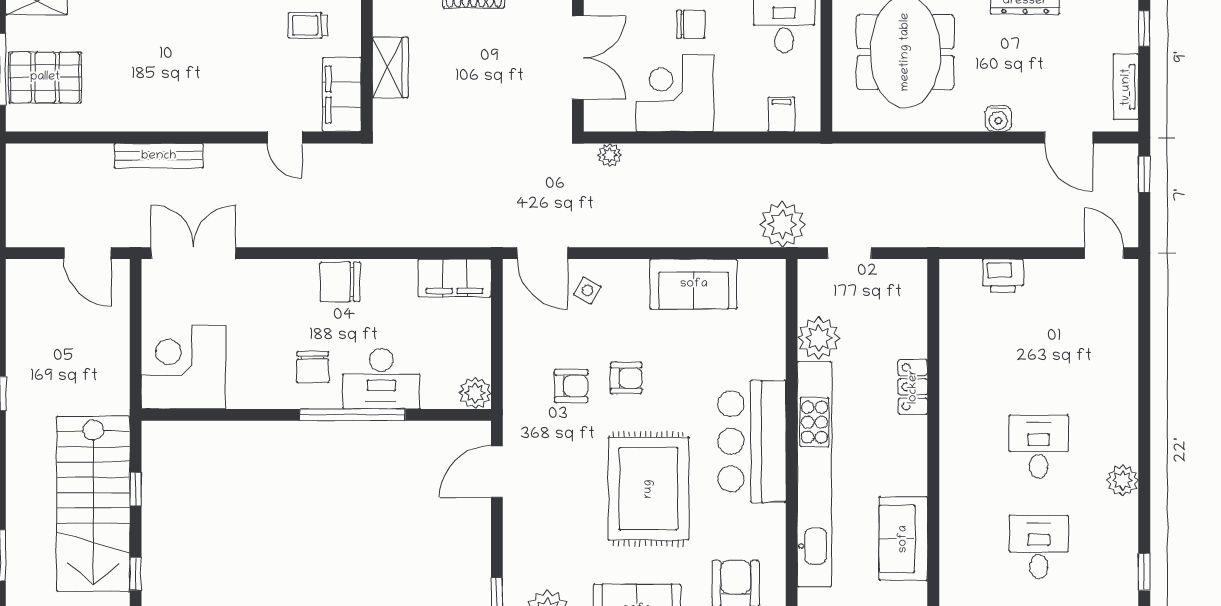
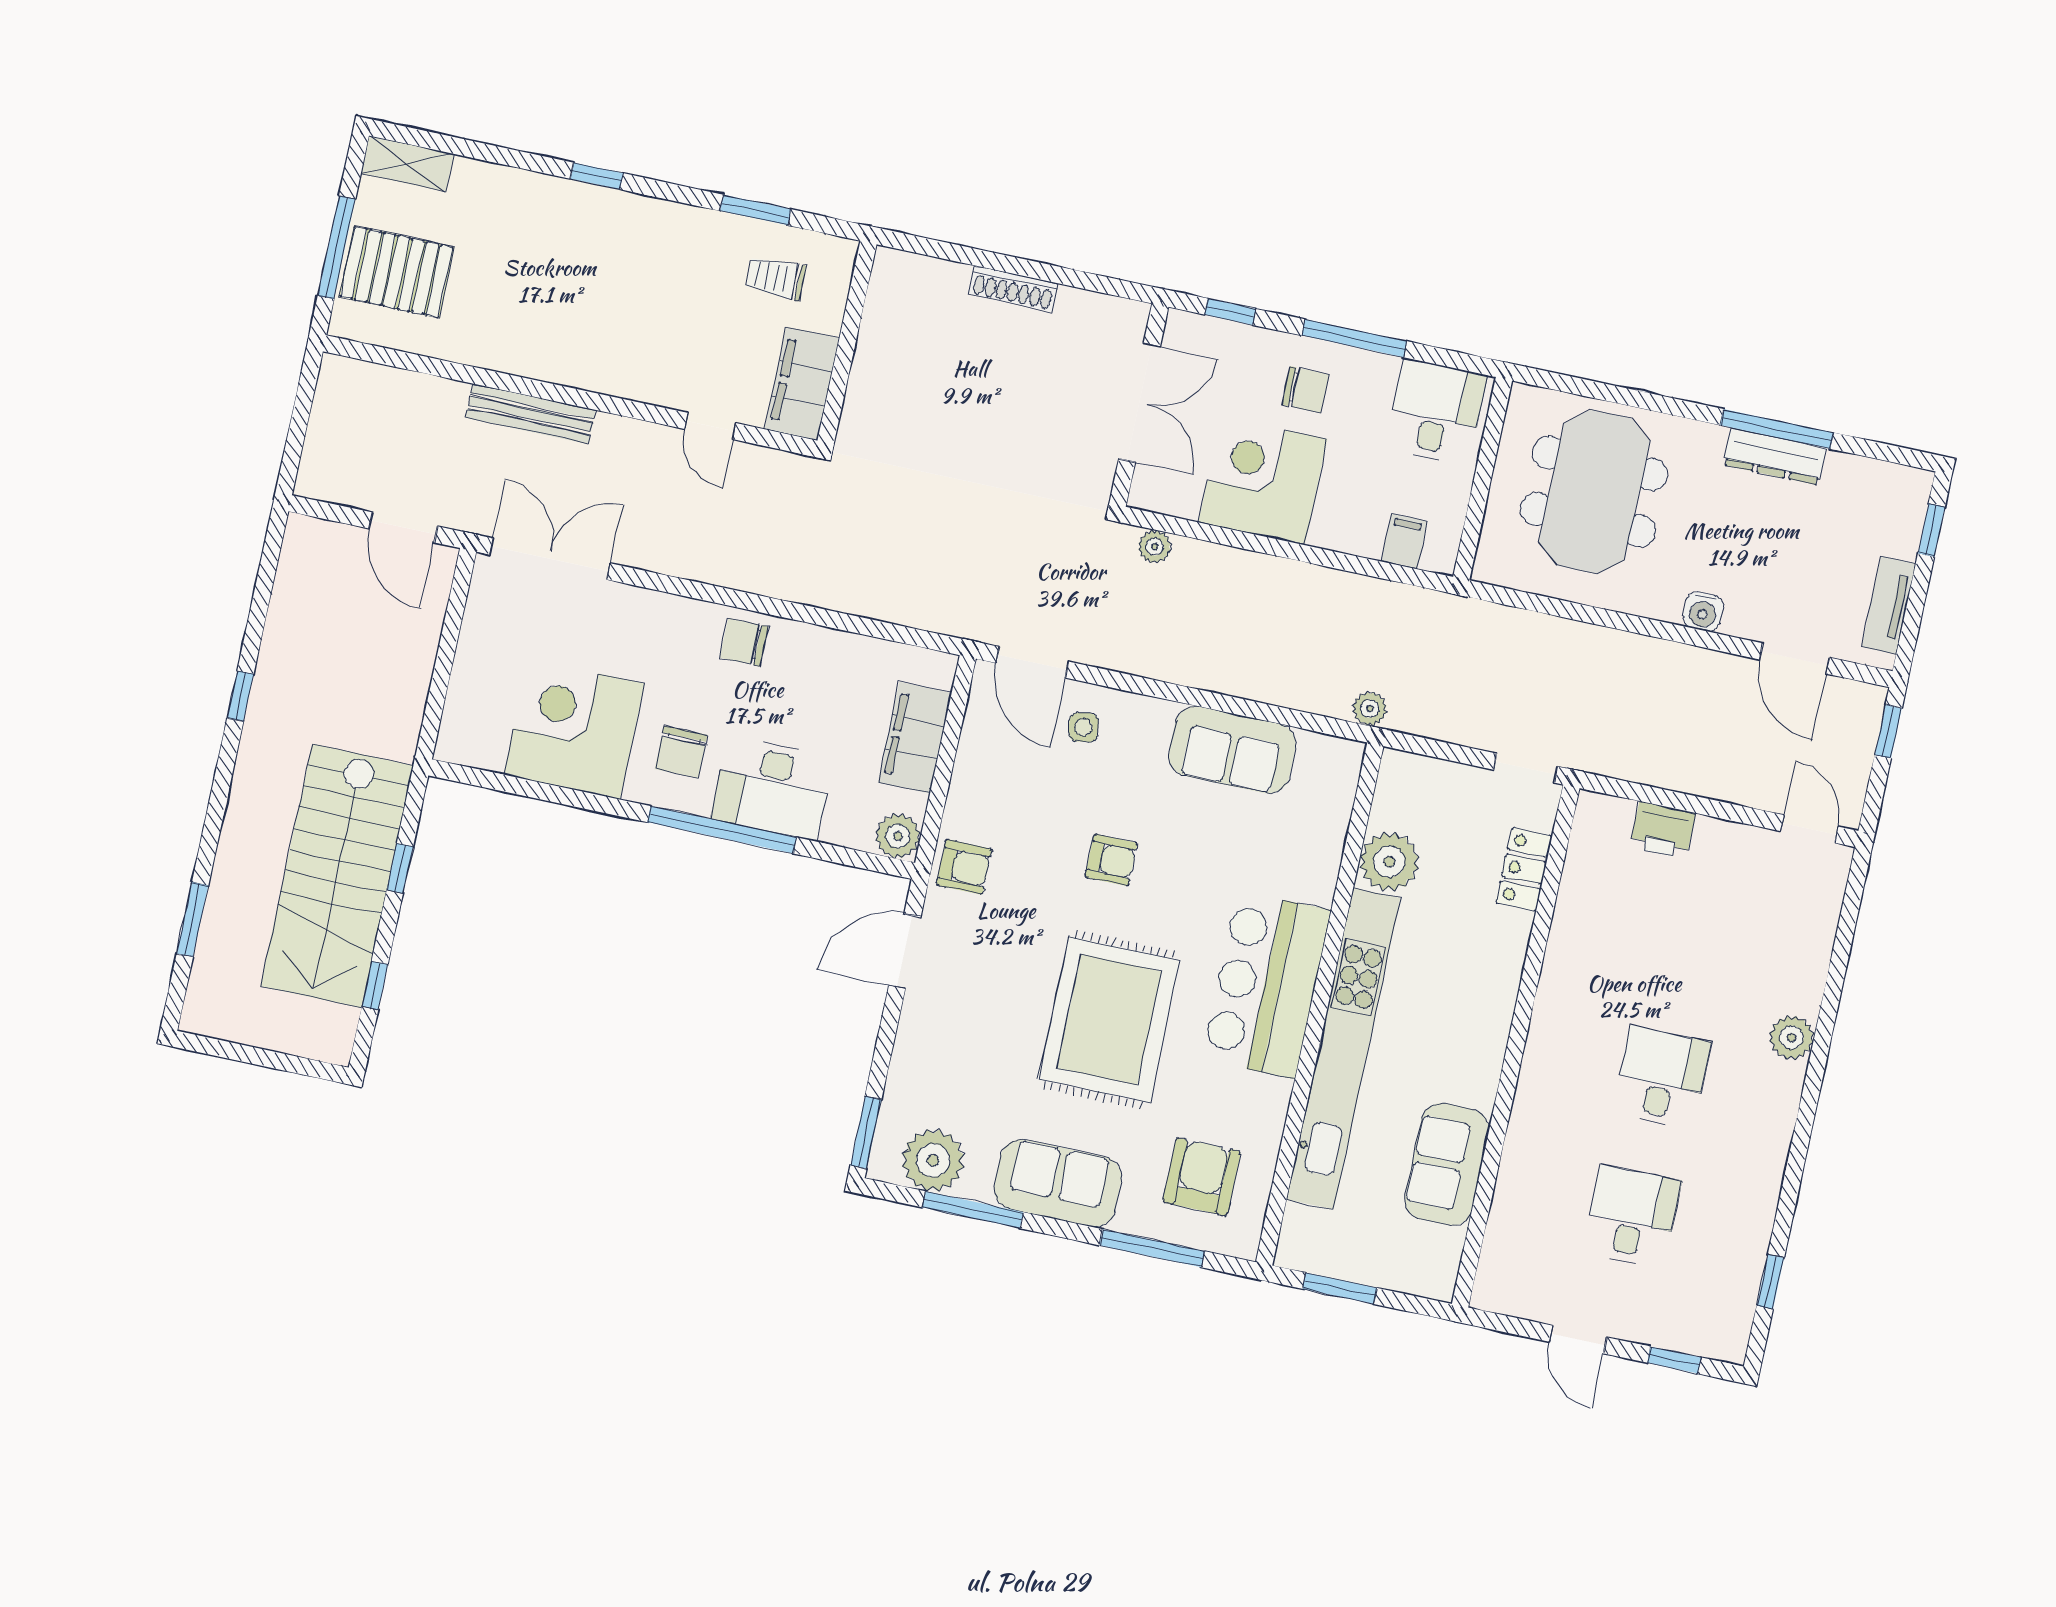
wardrobe: (390, 67) -> (877, 360), removed
plant: (782, 224) -> (1370, 709), width x0.53, depth x0.53
doorway: (849, 253) -> (1526, 768), moved
filing cabinet: (455, 278) -> (915, 738), moved, turned 90
chair: (340, 282) -> (744, 642), width x0.73, depth x0.73
side table: (587, 290) -> (1084, 727), turned -37
corner desk: (184, 367) -> (574, 729), moved
armchair: (571, 386) -> (964, 867), moved
locker: (913, 387) -> (1524, 869), moved
plant: (1123, 480) -> (1791, 1037), moved

